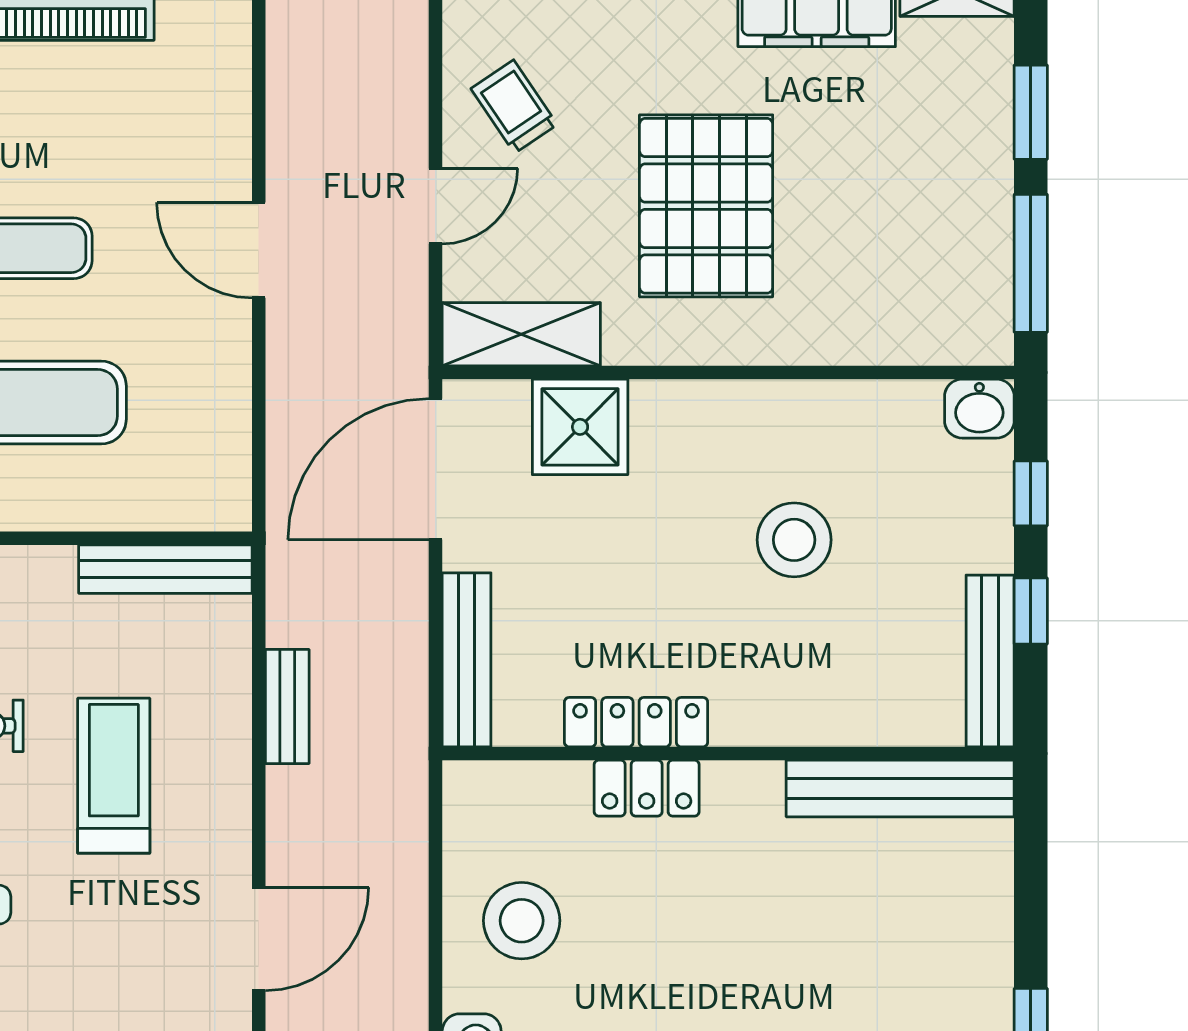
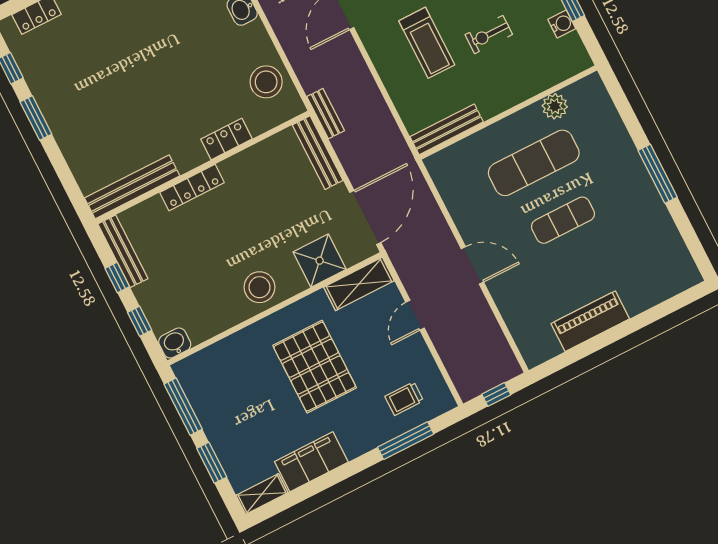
trolley: (514, 107) -> (404, 399), moved, turned 124
stool: (794, 540) -> (259, 287), moved
bench: (287, 706) -> (326, 114), moved
locker: (636, 722) -> (192, 187), moved
stool: (522, 921) -> (266, 82), moved

